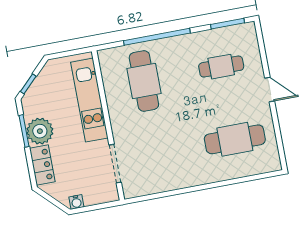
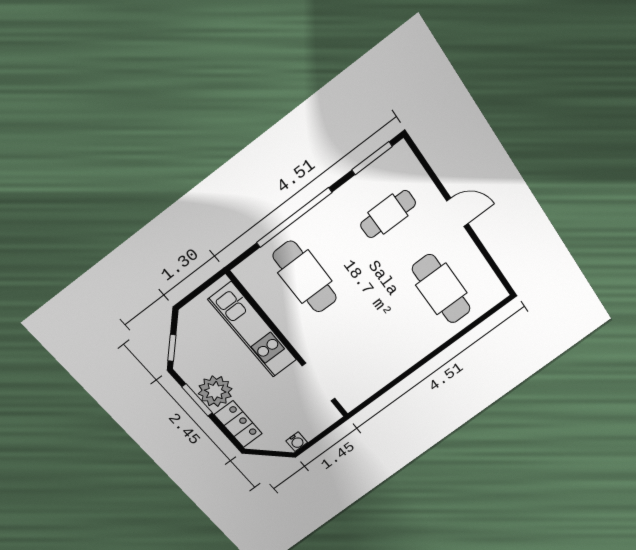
cafe table: (235, 139) -> (441, 289), turned 90

